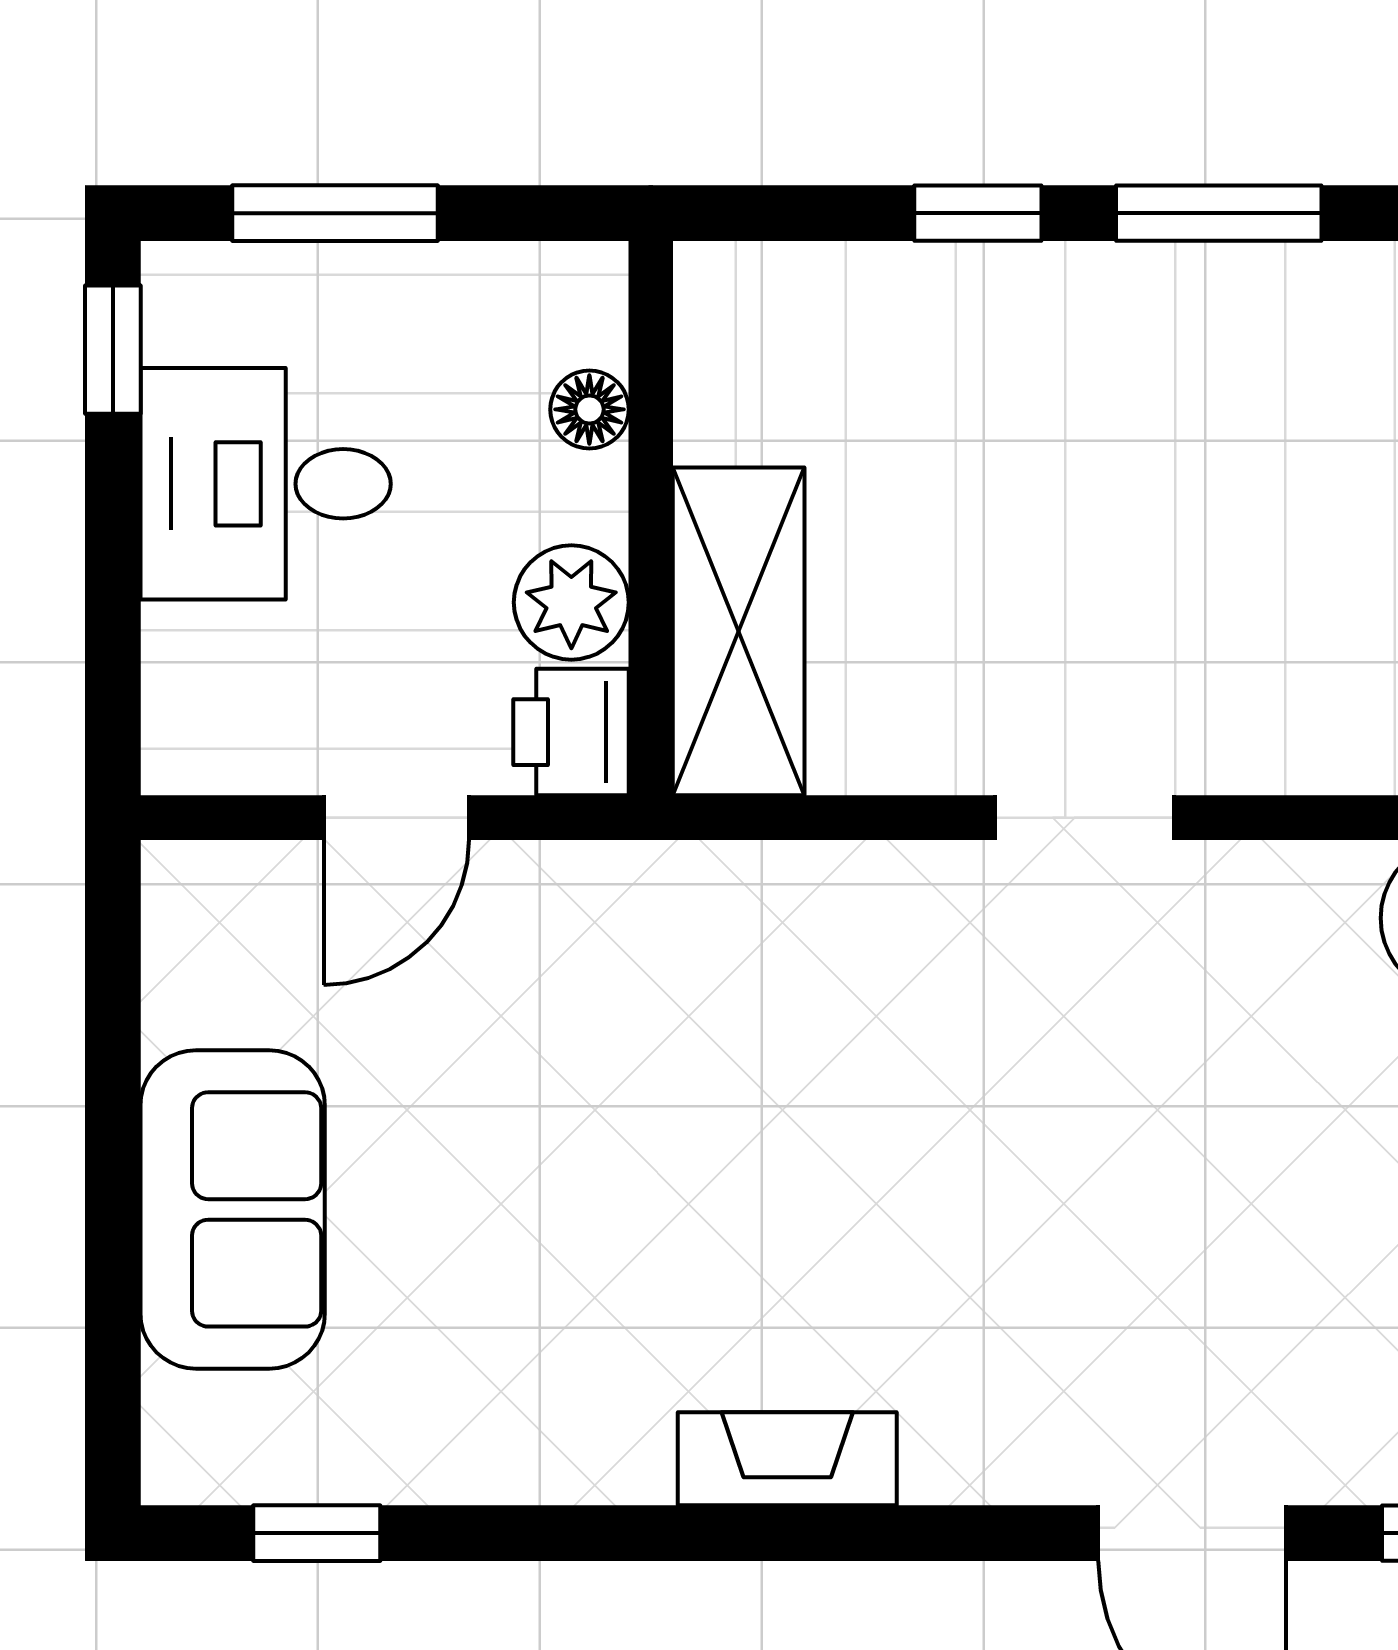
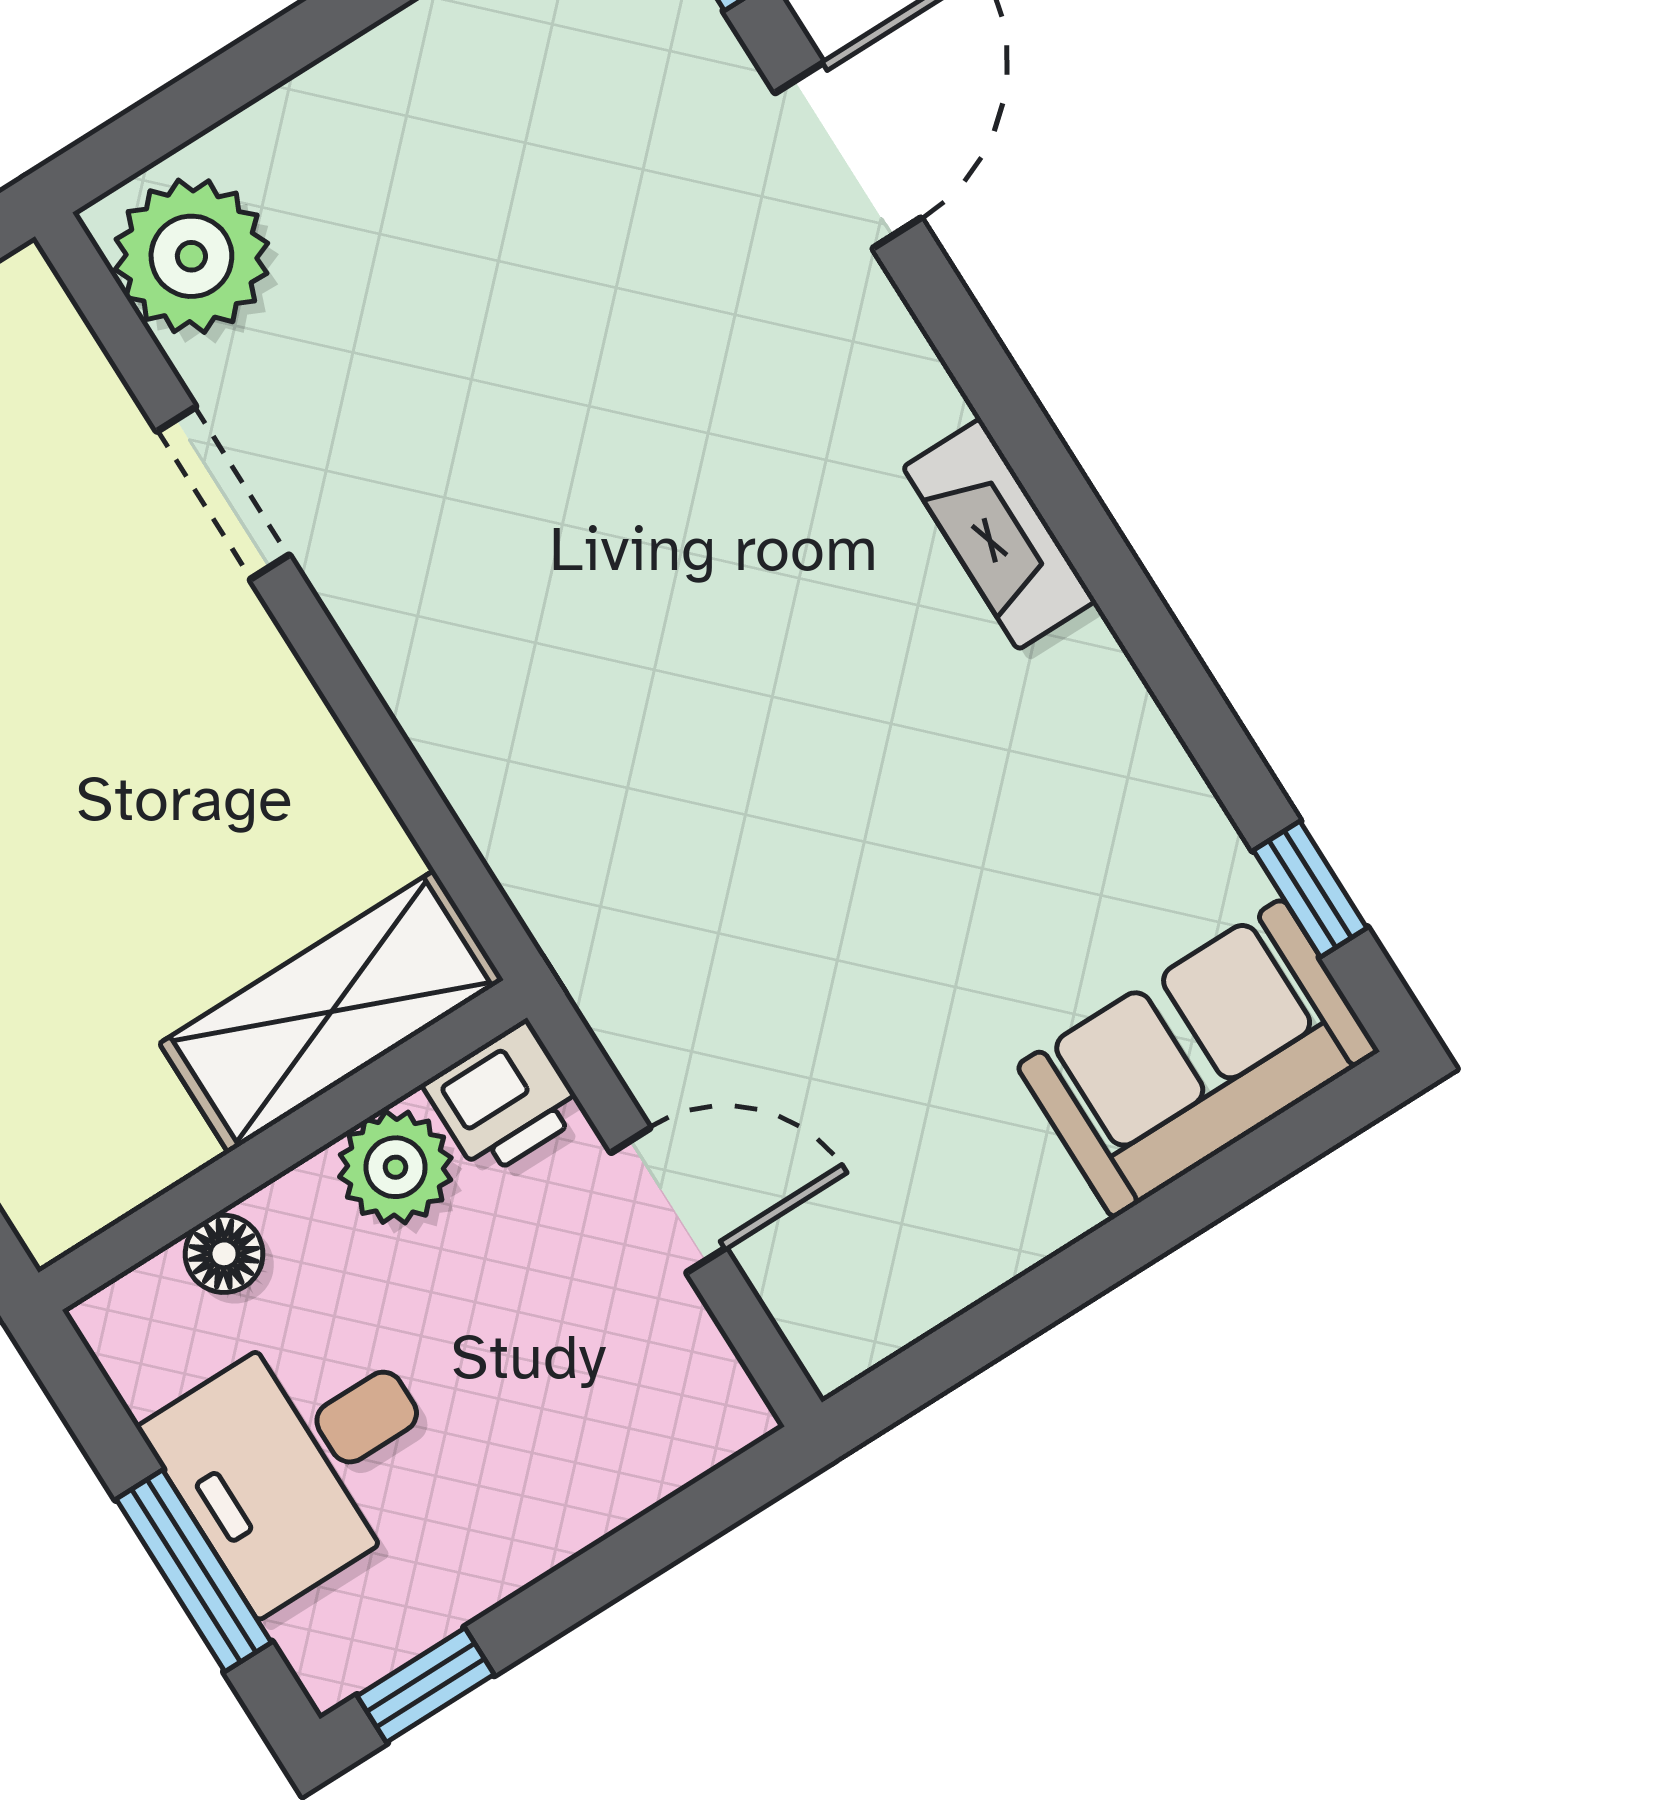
desk: (266, 484) -> (302, 1458), moved, turned 90
doorway: (1085, 818) -> (223, 493), moved
sofa: (233, 1209) -> (1198, 1059), moved

